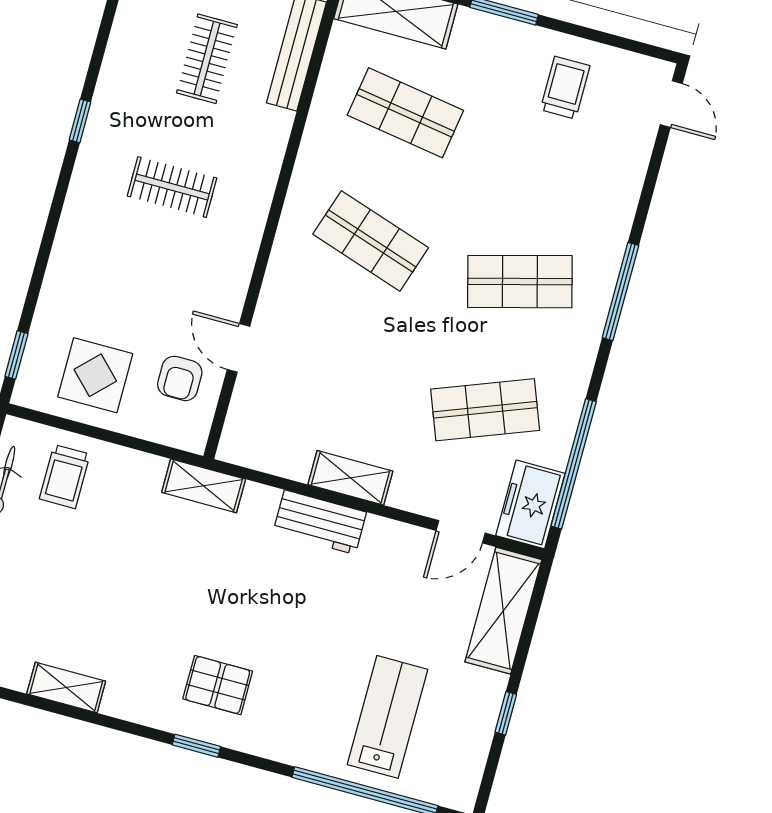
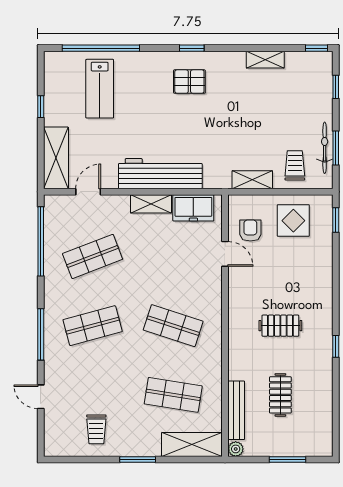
door: (671, 104) -> (41, 397), moved
shelving: (204, 486) -> (252, 180), moved
freezer: (530, 504) -> (193, 208), moved, turned 90
workbench: (320, 522) -> (160, 174), width x1.88, depth x1.32

